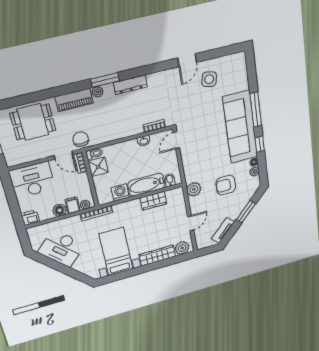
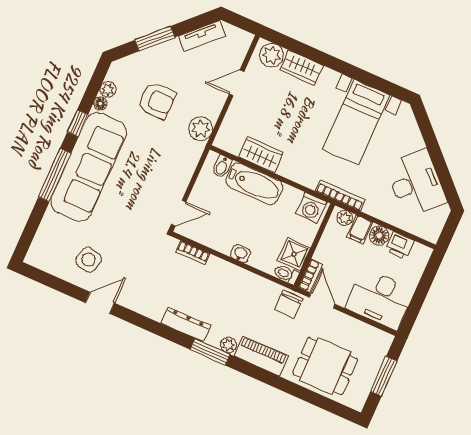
washbasin: (144, 141) -> (240, 254), moved
washing machine: (120, 192) -> (311, 208), moved
printer: (30, 218) -> (400, 245), moved
wardrobe: (157, 256) -> (301, 68), width x0.67

